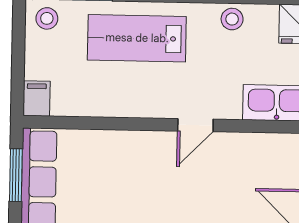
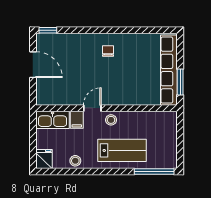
stool: (47, 18) -> (111, 120), moved
filing cabinet: (37, 99) -> (77, 120), moved

